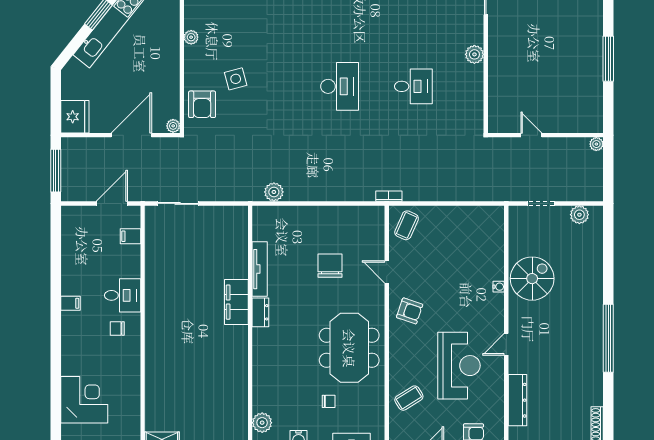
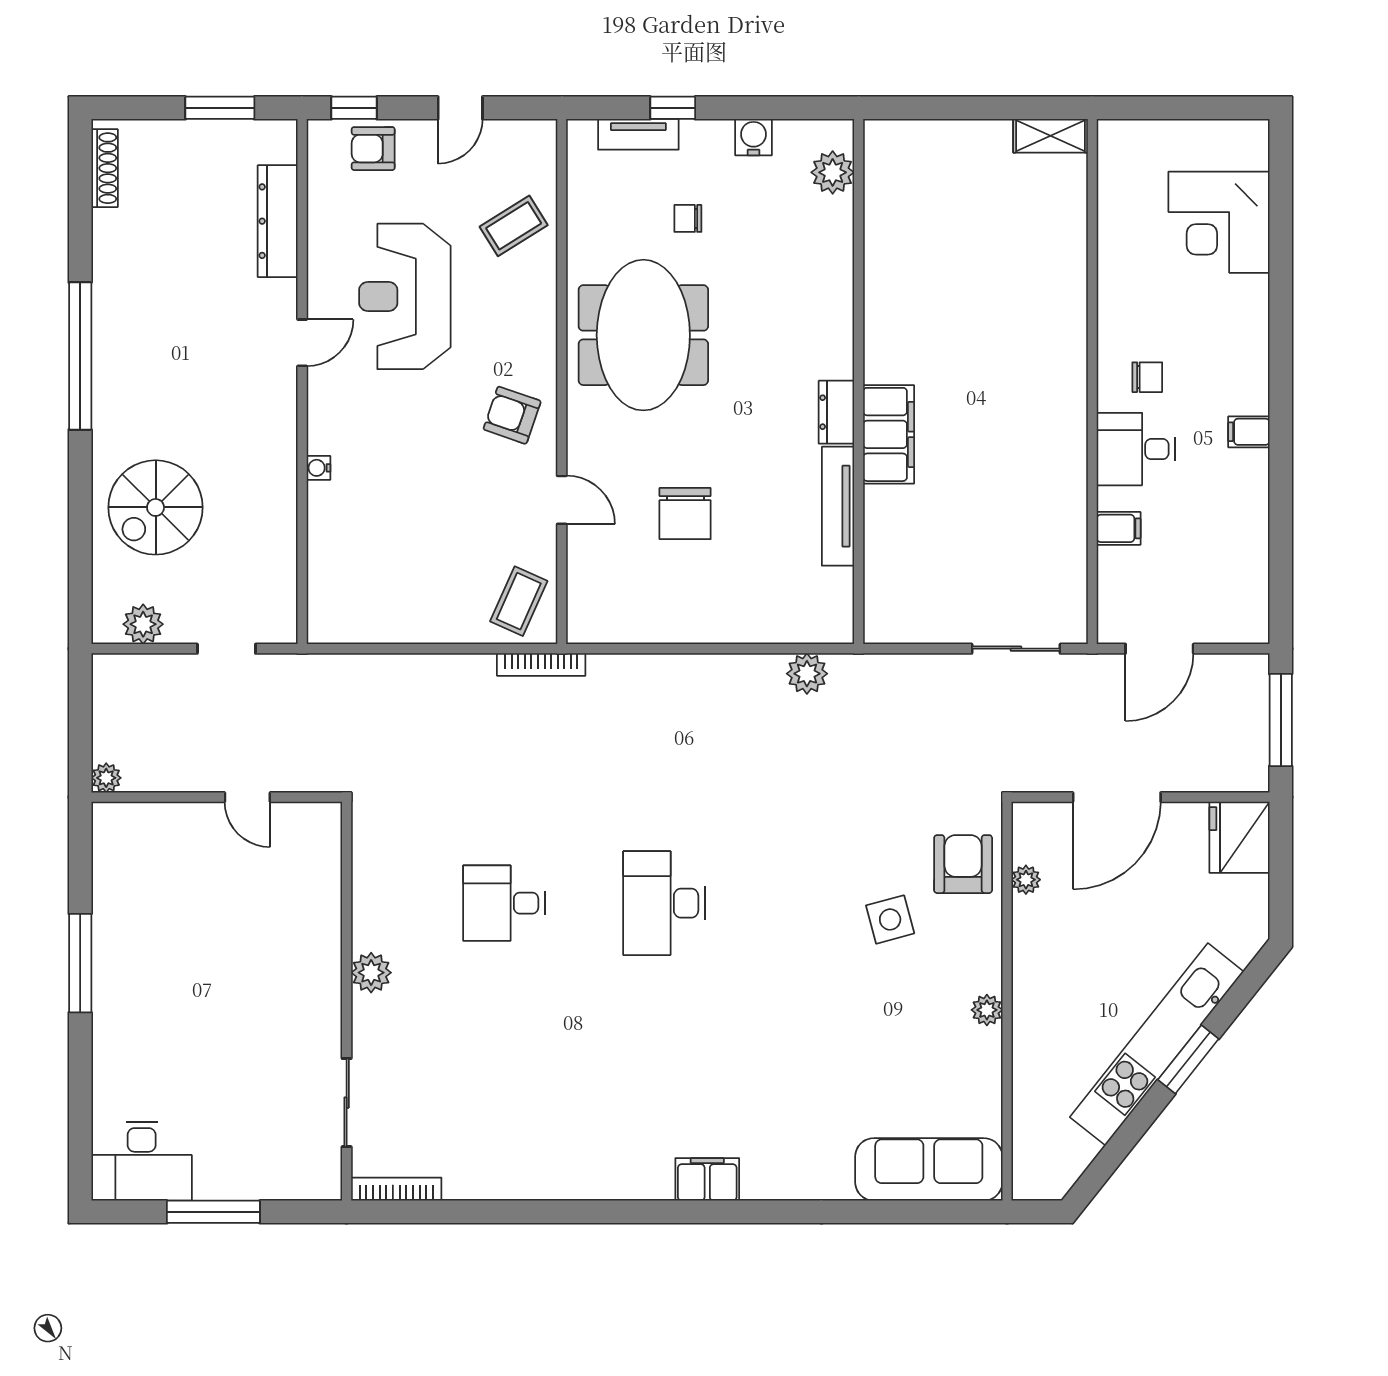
plant: (173, 126) -> (1026, 880), moved
bookcase: (389, 196) -> (541, 664), width x1.56
filing cabinet: (130, 236) -> (1119, 528), moved
spiral stairs: (532, 279) -> (156, 507), moved

